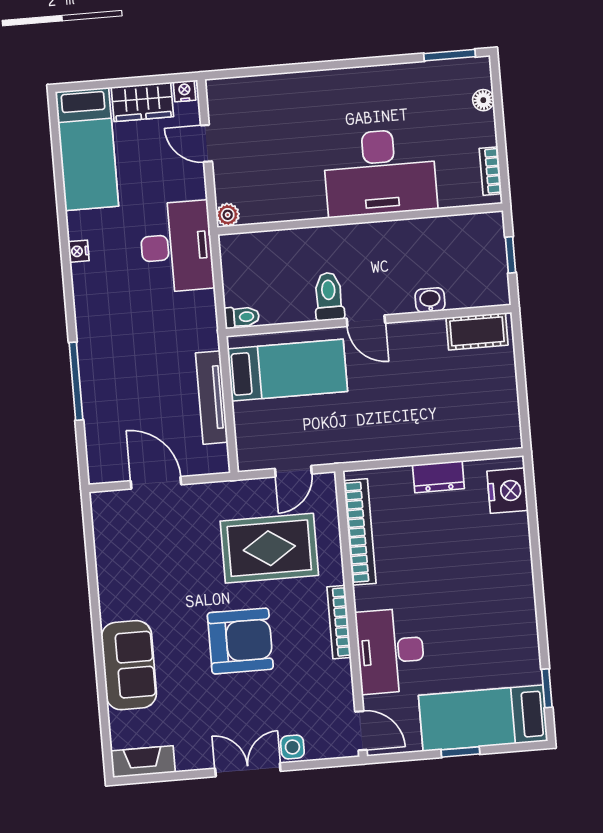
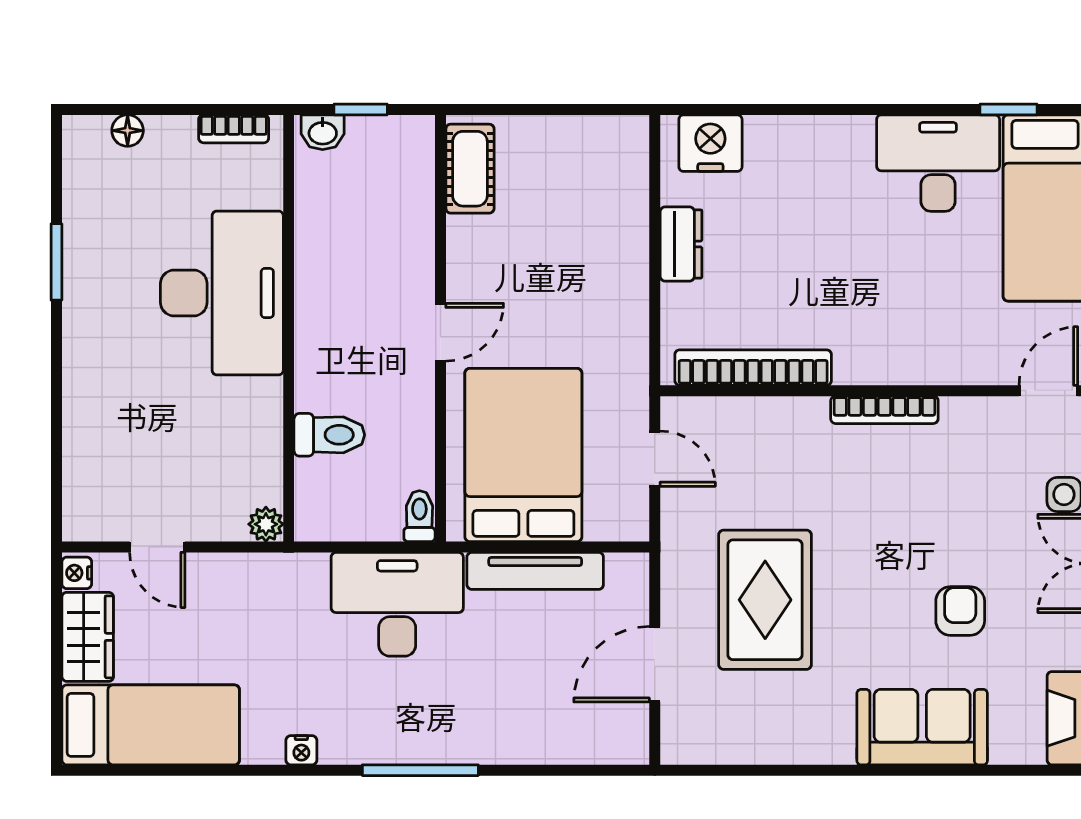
window: (450, 55) -> (56, 262), moved
door: (206, 143) -> (157, 547), hinge flipped
desk: (176, 247) -> (397, 604), moved
toilet: (329, 296) -> (329, 435), moved, turned 180
washbasin: (430, 300) -> (323, 132), moved, turned -90
bed: (287, 370) -> (523, 455), width x1.50
window: (76, 381) -> (420, 770), moved
rug: (269, 548) -> (765, 600), moved
armchair: (240, 641) -> (960, 611), moved, width x0.53, depth x0.53
desk: (390, 651) -> (938, 163), moved, turned 180

